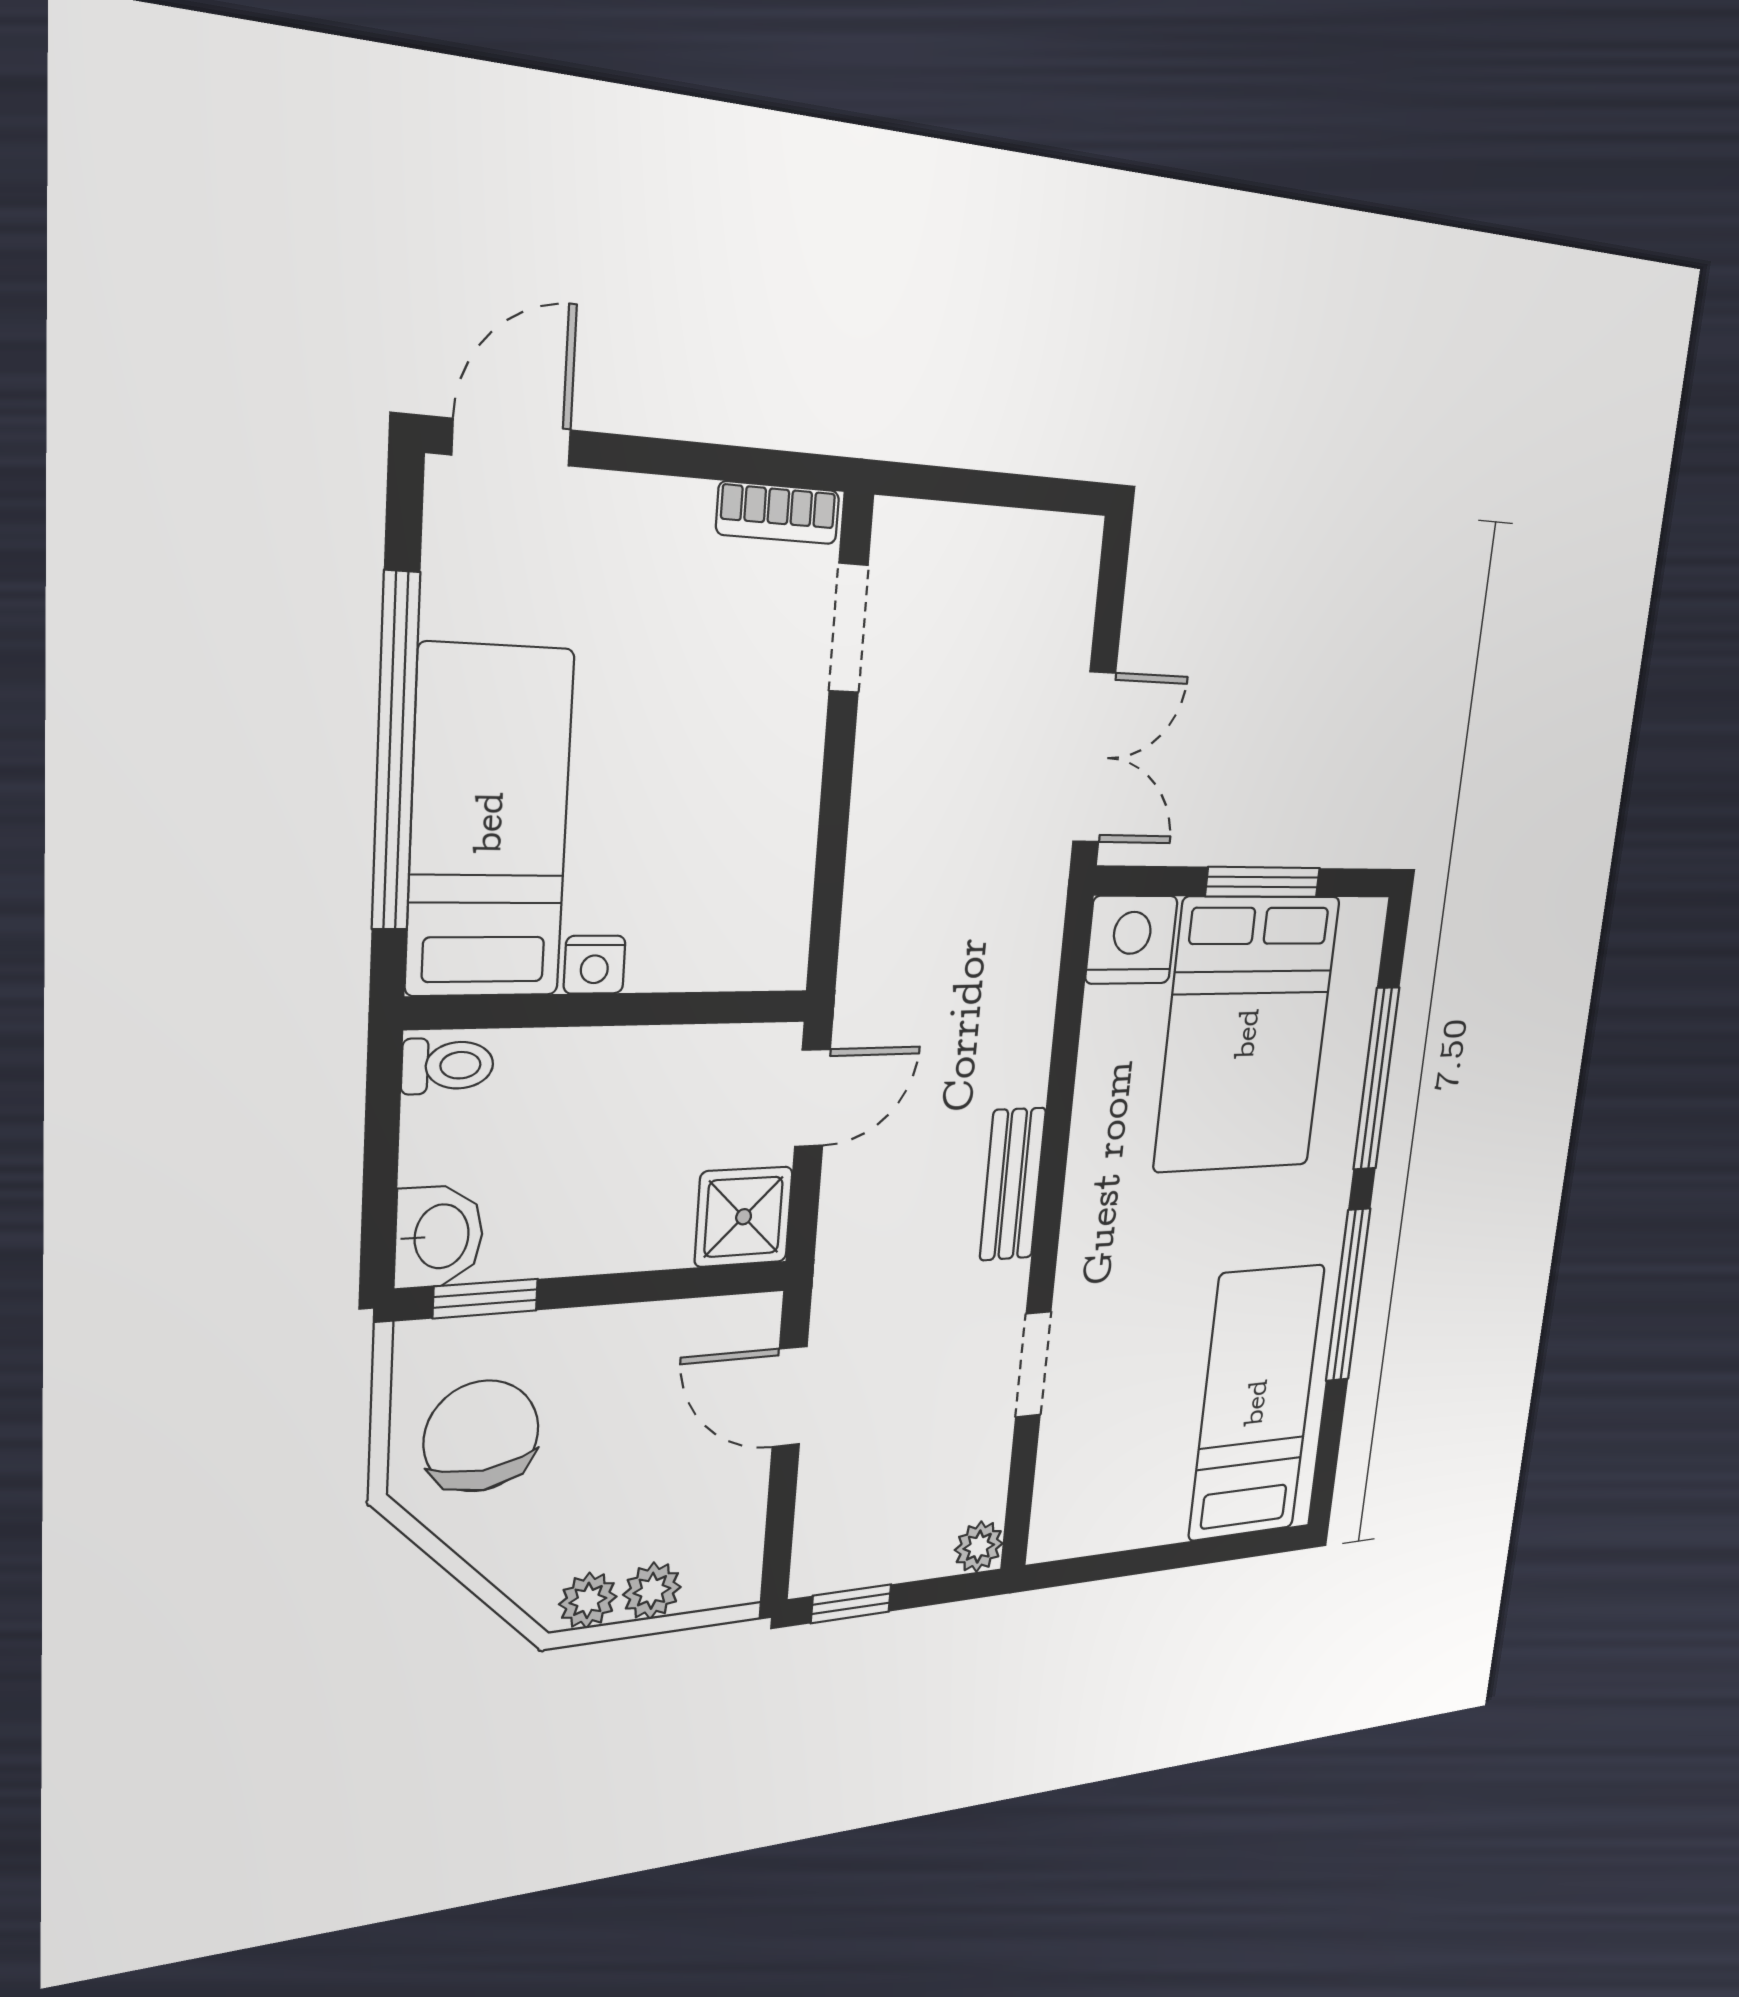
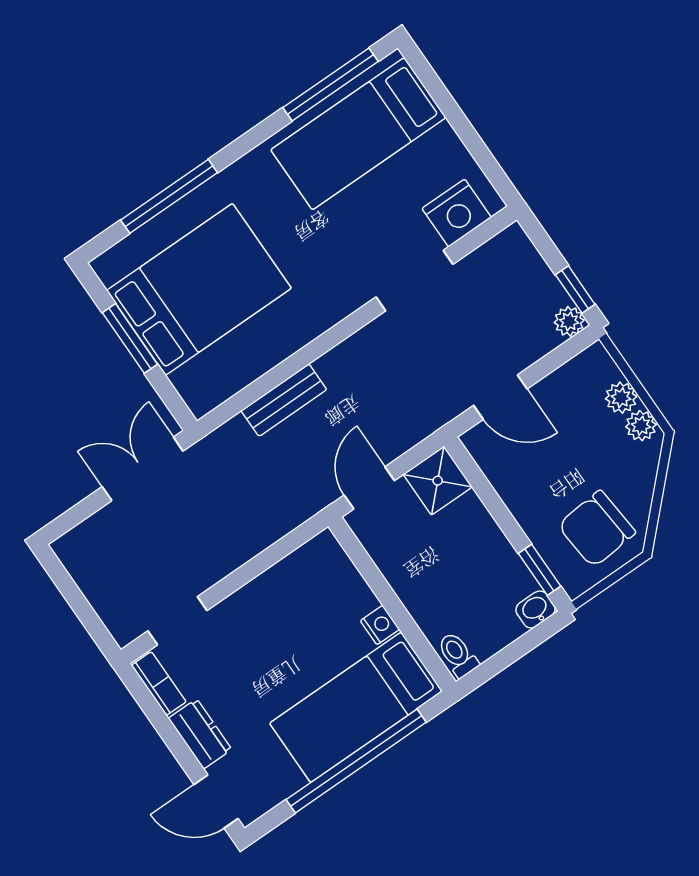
dresser: (646, 513) -> (200, 734), added
nightstand: (1131, 940) -> (457, 213), moved, turned -90
door: (812, 1098) -> (369, 488), hinge flipped
bench: (1013, 1184) -> (284, 400), moved
washbasin: (439, 1237) -> (536, 609), width x0.72, depth x0.69
window: (1348, 1295) -> (330, 85), moved
doorway: (1033, 1365) -> (414, 281), width x1.38
door: (789, 1397) -> (500, 397), hinge flipped
plant: (979, 1547) -> (569, 321), moved

